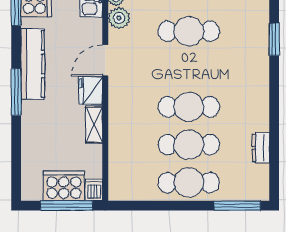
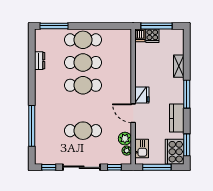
window: (274, 39) -> (32, 126), width x2.11
door: (105, 60) -> (133, 113), swing flipped
kitchen counter: (33, 64) -> (177, 118), width x0.67
shelving: (94, 125) -> (179, 66), moved
cooker: (64, 186) -> (152, 36), width x0.53, depth x0.76

